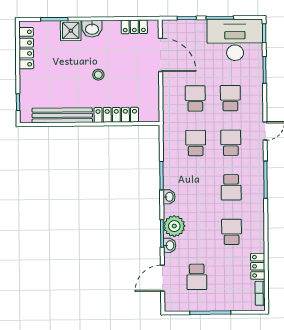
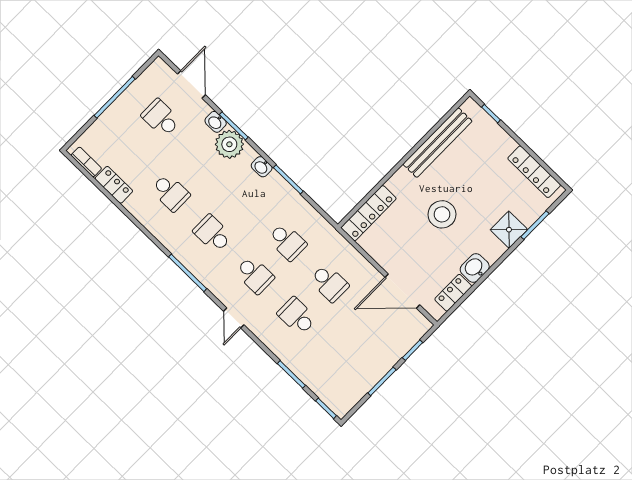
washbasin: (92, 29) -> (475, 268), moved
desk: (235, 40) -> (347, 375), removed
stool: (98, 75) -> (442, 214), width x1.89, depth x1.89
school desk: (230, 98) -> (297, 316), turned 180
locker: (116, 115) -> (369, 213), moved

